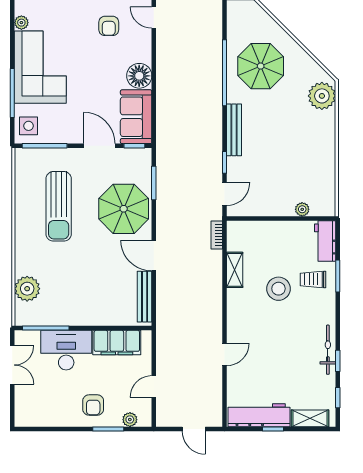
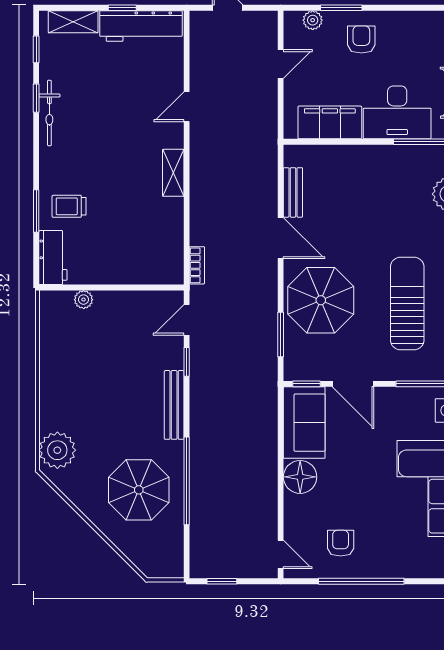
shelving: (235, 270) -> (173, 173), moved
trolley: (313, 279) -> (69, 206), turned 180
stool: (278, 289) -> (115, 194), removed
bench: (145, 297) -> (293, 192), width x0.73

